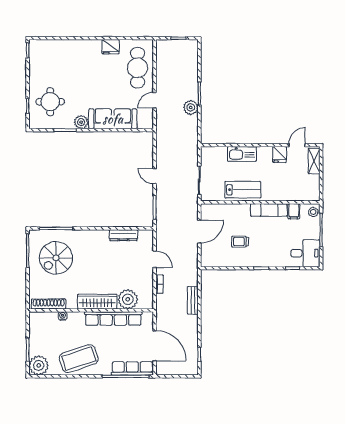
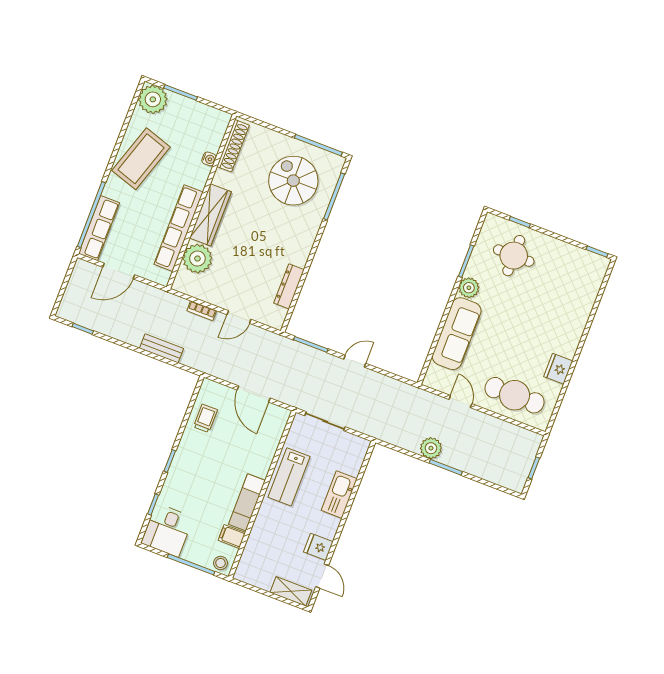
trolley: (240, 242) -> (205, 418), moved
door: (155, 346) -> (119, 271), width x0.73
coffee table: (79, 359) -> (141, 159), turned 36

